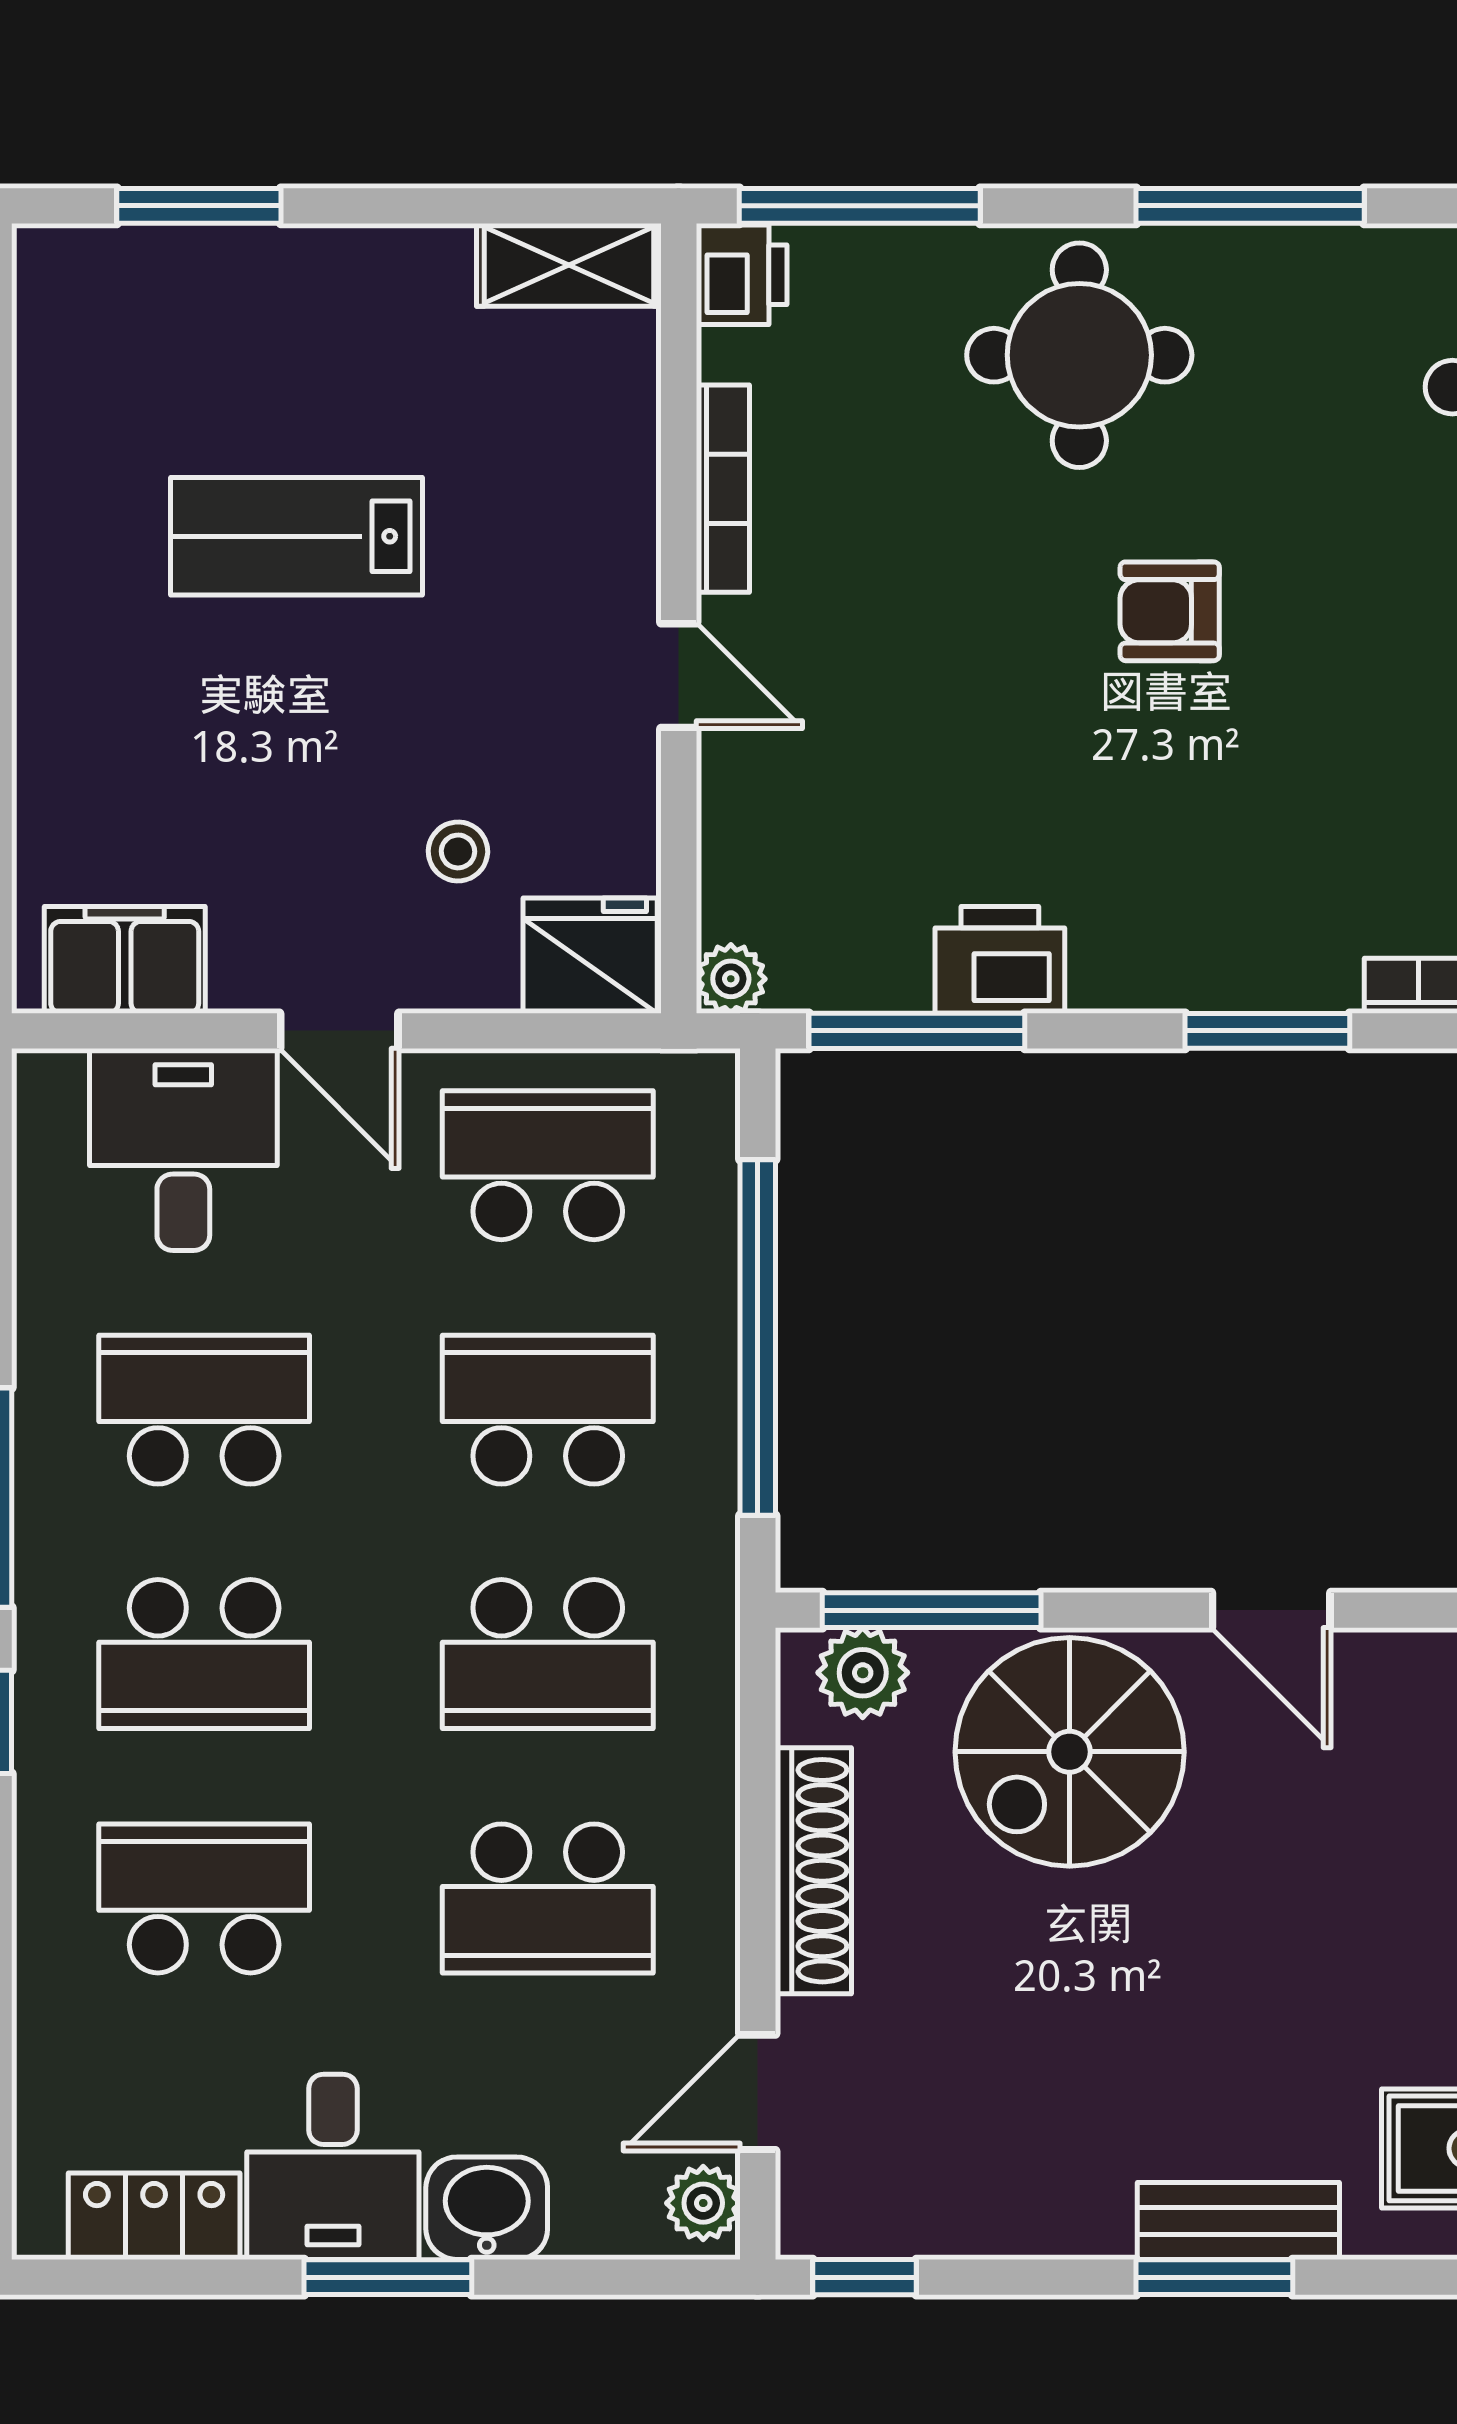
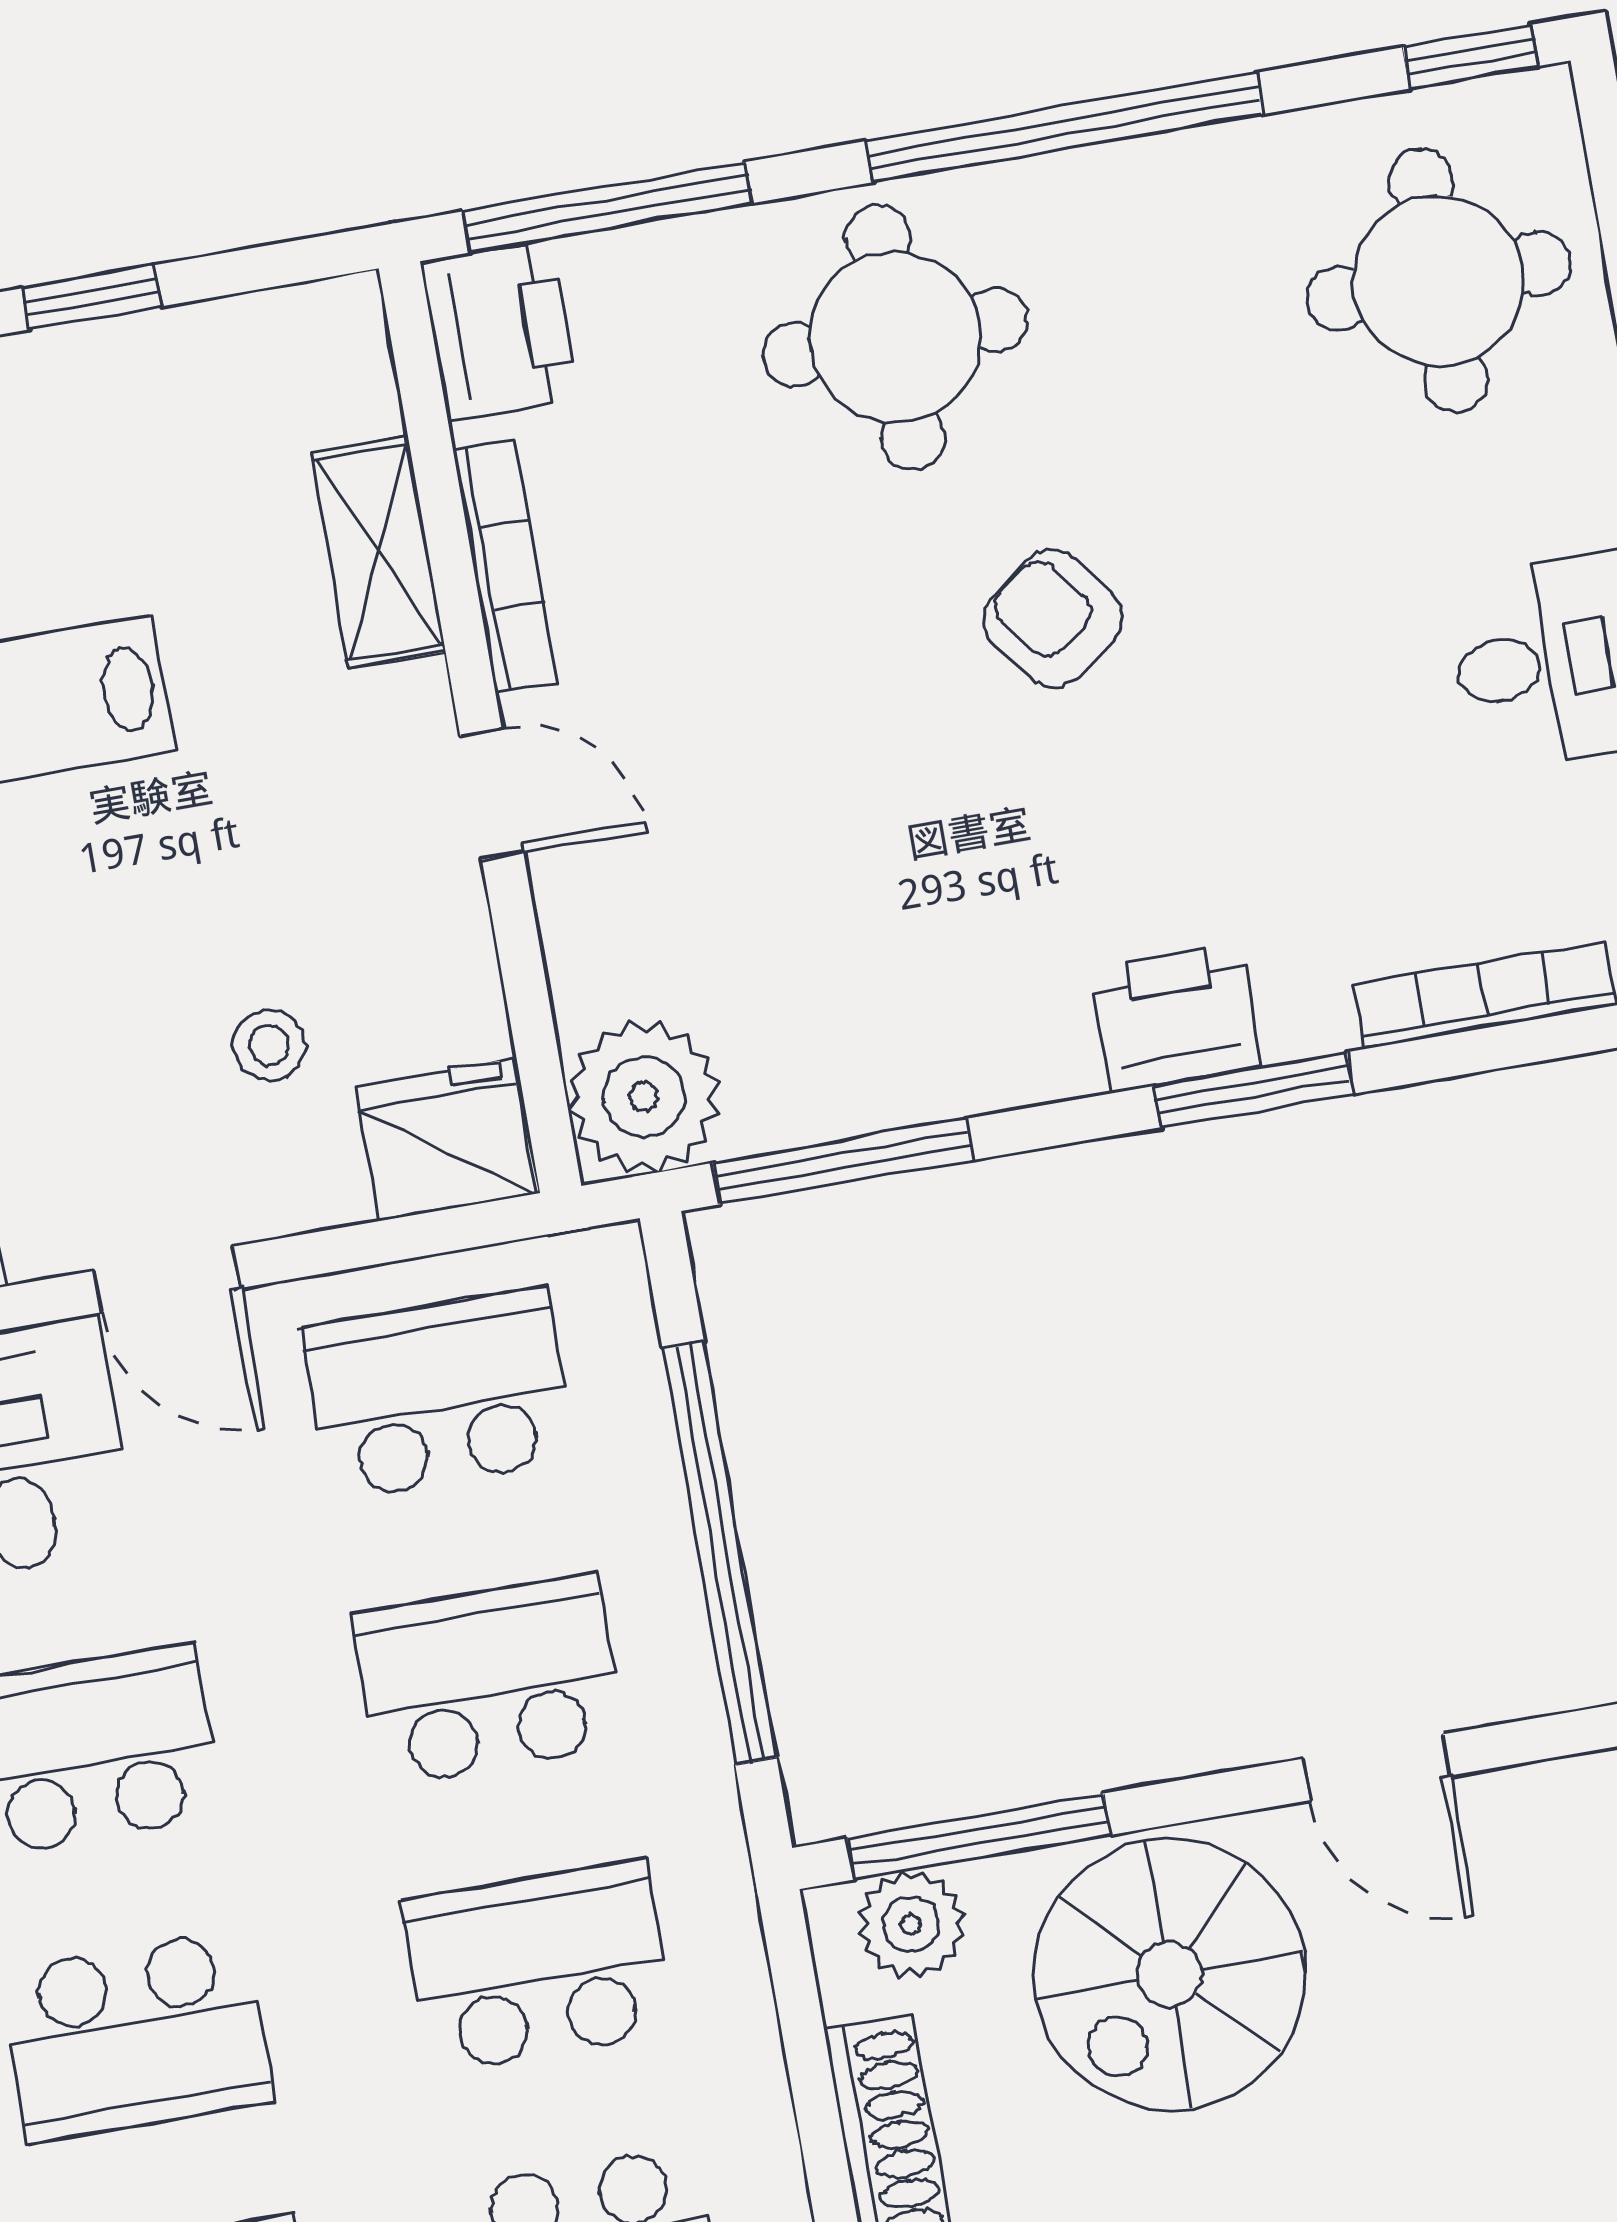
window: (419, 206) -> (91, 297), added
window: (1250, 206) -> (1065, 127), width x1.46
shelving: (569, 265) -> (378, 552), moved, turned 90
printer: (742, 275) -> (500, 331), width x1.36, depth x1.24
armchair: (1170, 611) -> (1053, 618), turned 53
printer: (1000, 960) -> (1176, 1018), moved
plant: (731, 979) -> (644, 1097), width x1.87, depth x1.87
school desk: (548, 1654) -> (538, 1966), turned 180

